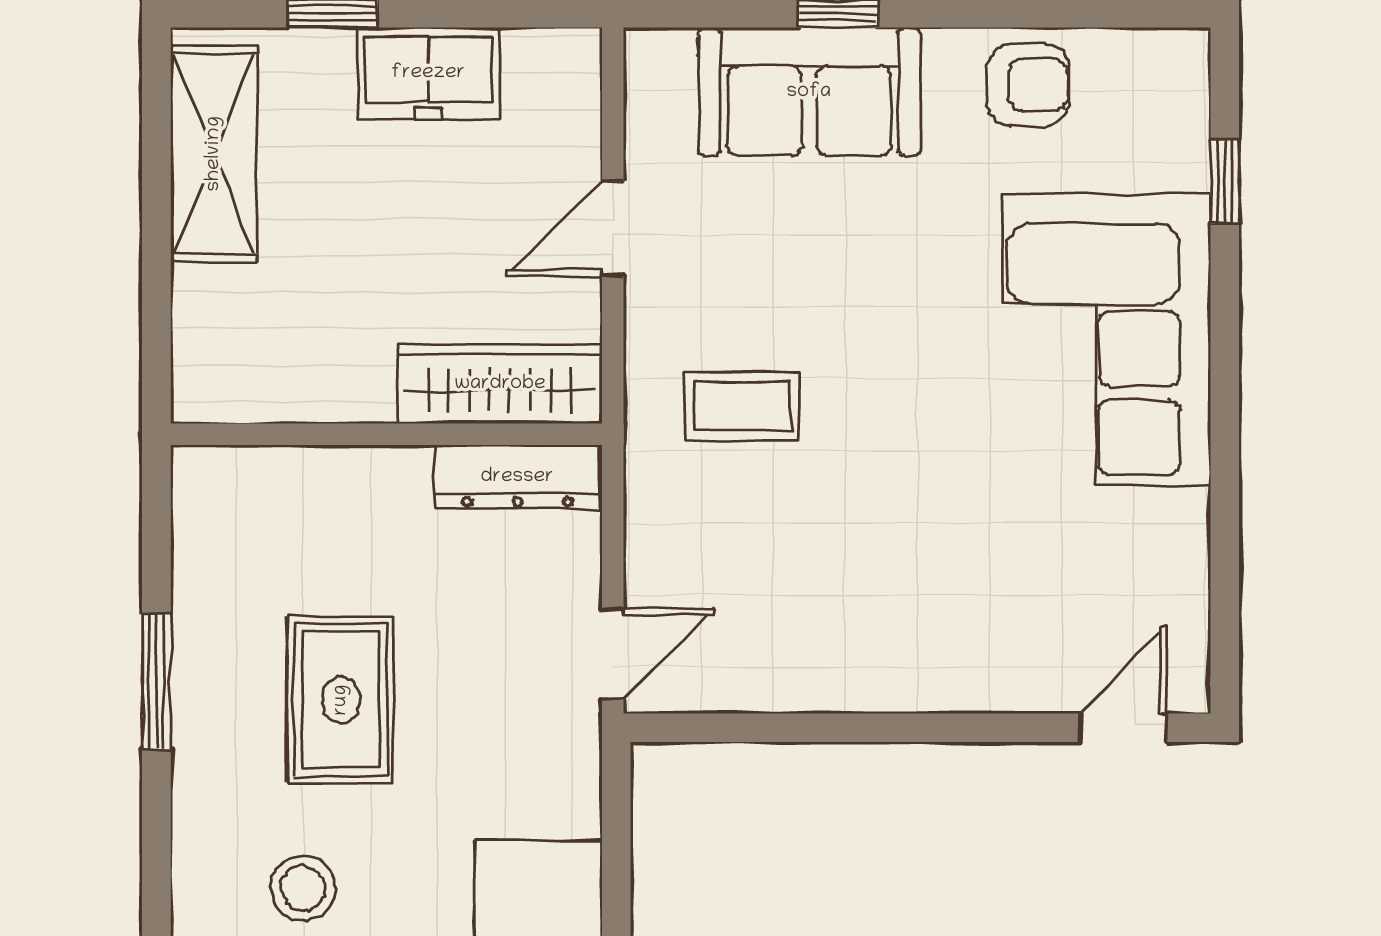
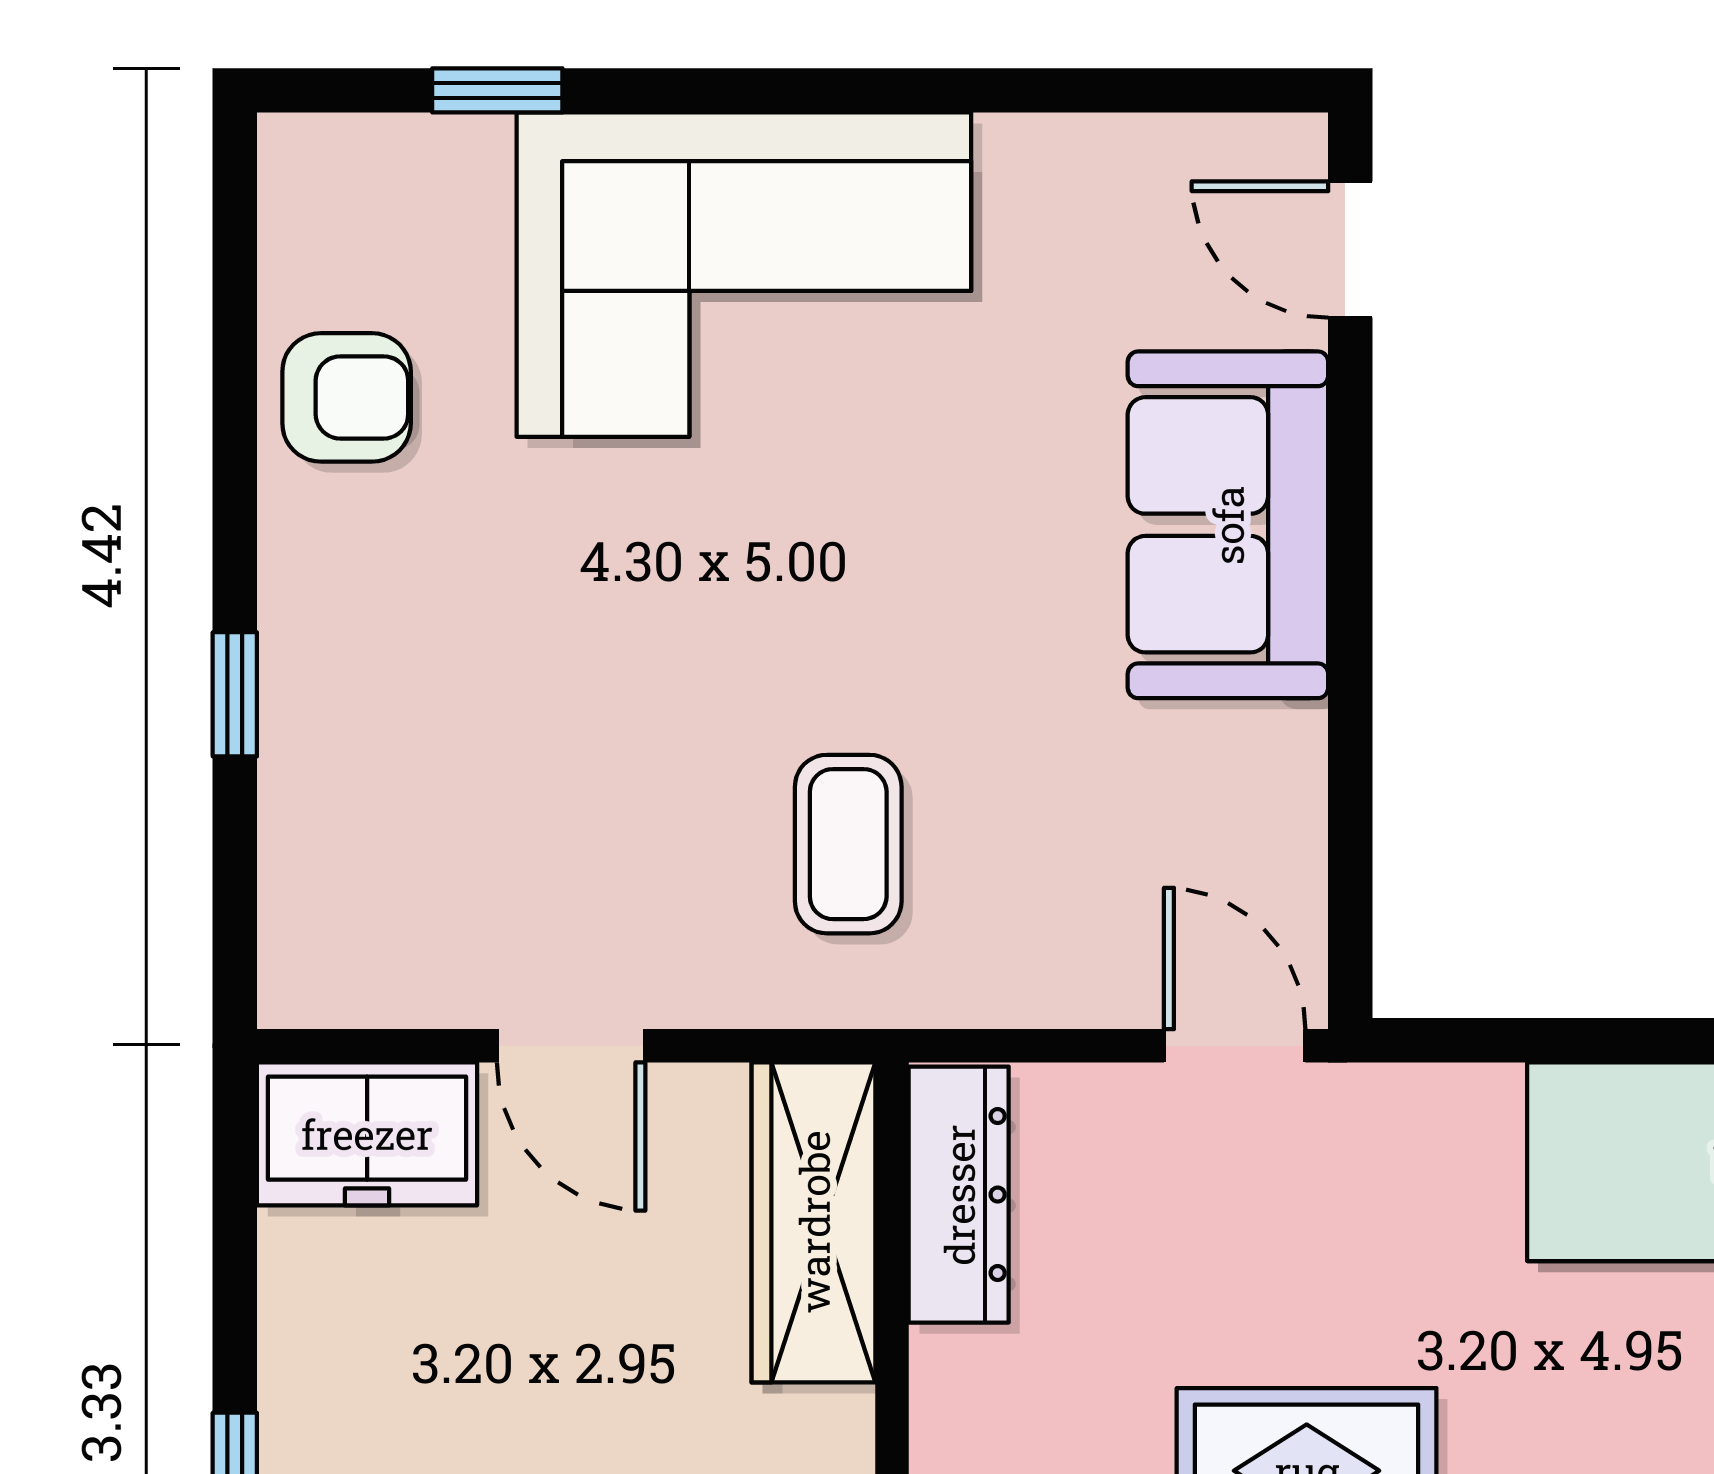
freezer: (428, 73) -> (367, 1134), moved, turned 90
armchair: (1028, 85) -> (347, 397), turned 90
sofa: (809, 92) -> (1228, 525), moved, turned 180

